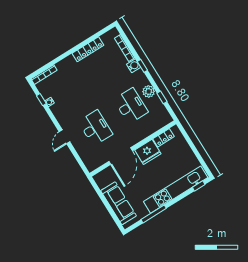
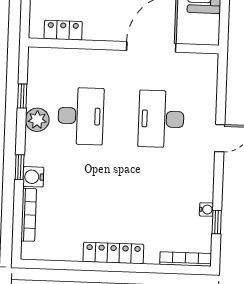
locker: (88, 49) -> (113, 253), moved
desk: (131, 106) -> (81, 116), turned 180
fridge: (148, 152) -> (103, 24), removed

